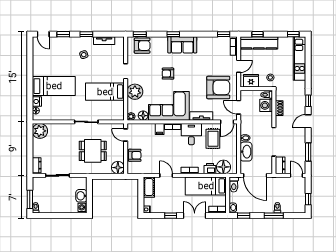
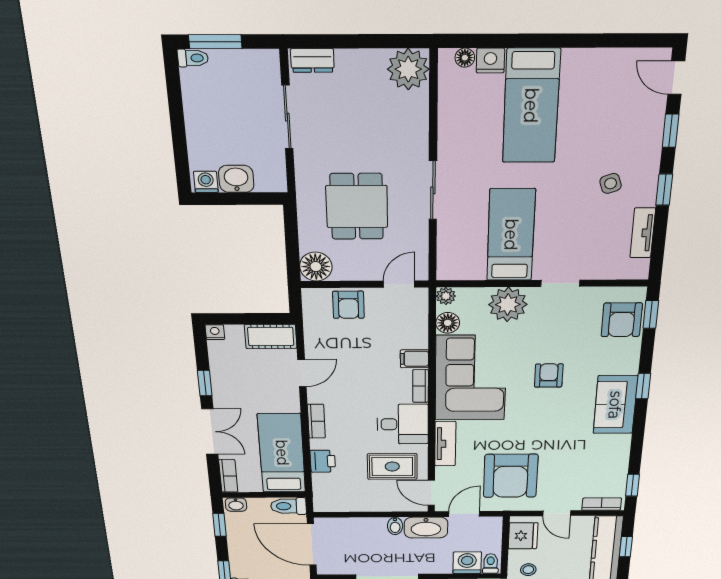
door: (43, 34) -> (676, 78), hinge flipped
washbasin: (246, 152) -> (426, 528), moved
floor lamp: (223, 167) -> (328, 487), removed
door: (255, 175) -> (312, 545), hinge flipped

